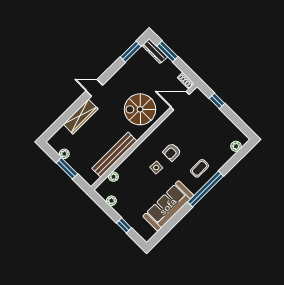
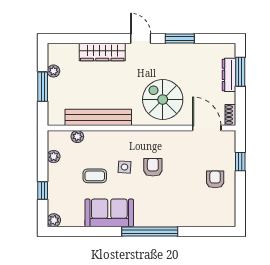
dresser: (155, 51) -> (229, 75), moved
window: (131, 52) -> (180, 39), moved
armchair: (213, 124) -> (215, 179), added
plant: (236, 146) -> (54, 220), moved
armchair: (172, 152) -> (153, 167), turned 90
coffee table: (200, 168) -> (95, 176), moved
sofa: (168, 206) -> (109, 213), width x0.73

